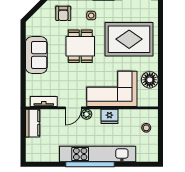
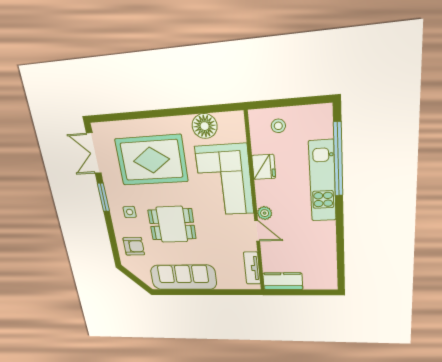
rug: (129, 39) -> (151, 160), turned 90
sofa: (36, 55) -> (183, 277), width x1.36
fridge: (109, 116) -> (264, 167), moved
kitchen unit: (98, 154) -> (322, 181), width x0.73
window: (90, 164) -> (338, 159), moved

